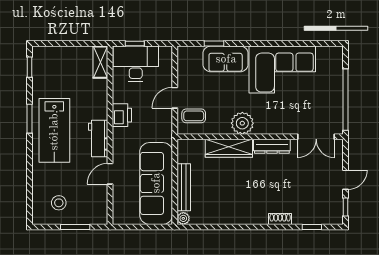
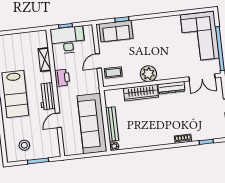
sofa: (226, 59) -> (116, 31), moved
shelving: (100, 62) -> (45, 60), moved
corner sofa: (282, 70) -> (200, 37), moved, turned 90

